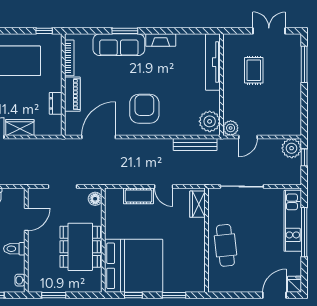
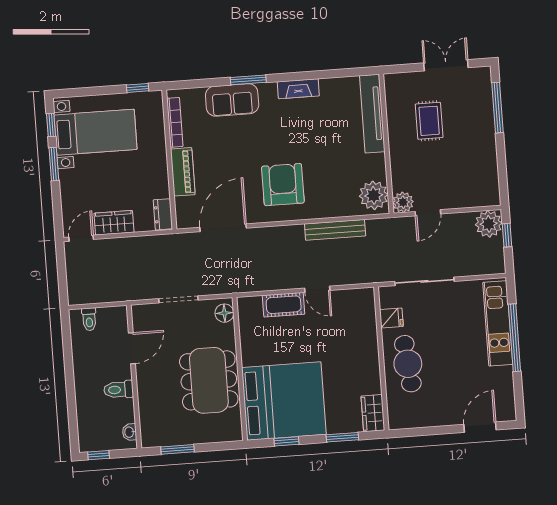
sofa: (119, 45) -> (232, 100), width x0.73
dresser: (56, 103) -> (163, 214), moved
bench: (195, 144) -> (335, 230), moved
wardrobe: (197, 204) -> (373, 413), moved
fridge: (295, 284) -> (391, 318), moved, turned 90

